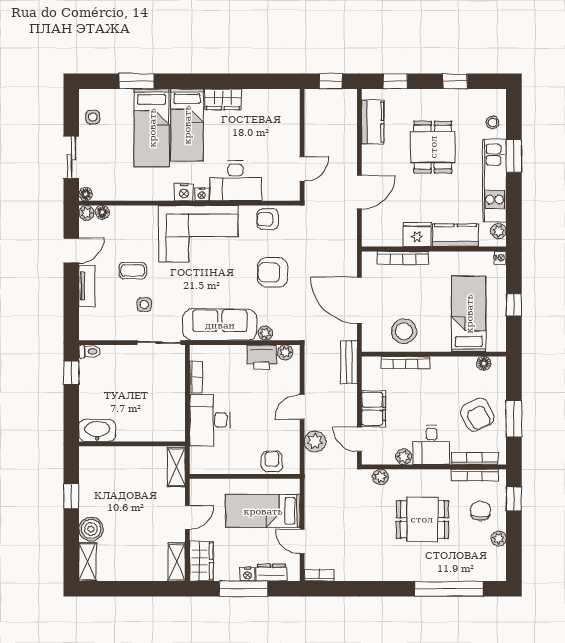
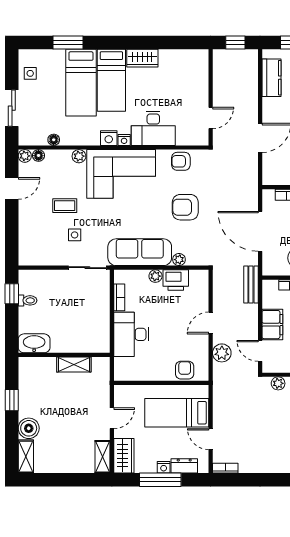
floor lamp: (86, 194) -> (54, 140), moved
plant: (149, 213) -> (79, 156), added
tv unit: (87, 286) -> (25, 219), removed
toilet: (90, 352) -> (28, 300), moved
plant: (285, 352) -> (155, 276), moved
shelving: (176, 467) -> (74, 365), moved, turned 90

